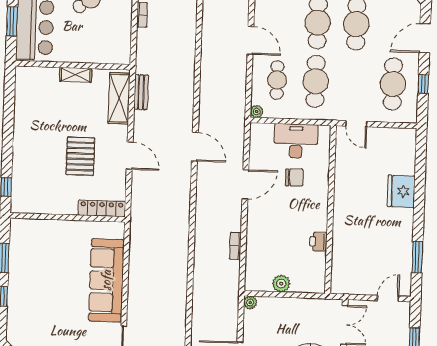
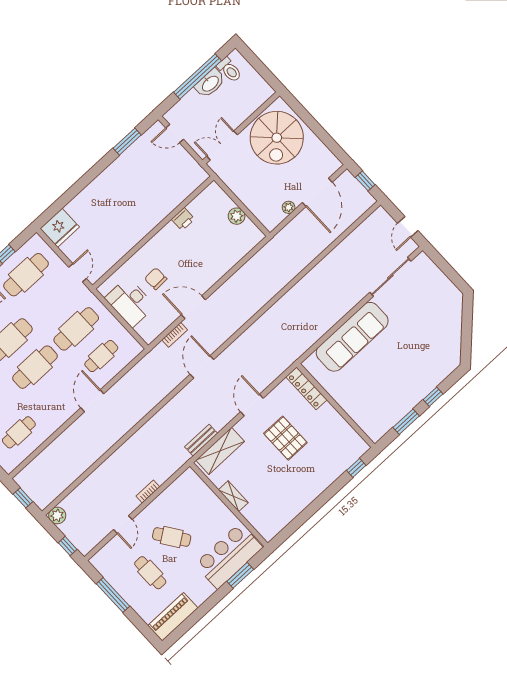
plant: (257, 112) -> (136, 349), removed
pallet: (80, 156) -> (285, 438), turned 90
fridge: (401, 191) -> (60, 228), moved
bookcase: (235, 246) -> (175, 335), moved
plant: (250, 303) -> (289, 207), moved

